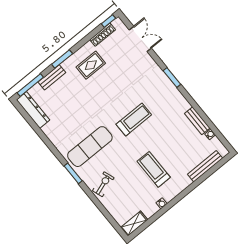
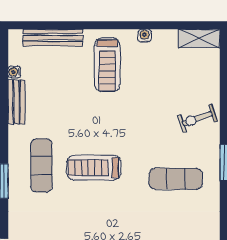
exercise mat: (160, 100) -> (41, 165), added
exercise mat: (90, 147) -> (176, 179), width x0.73, depth x0.69
treadmill: (154, 169) -> (107, 65), moved

